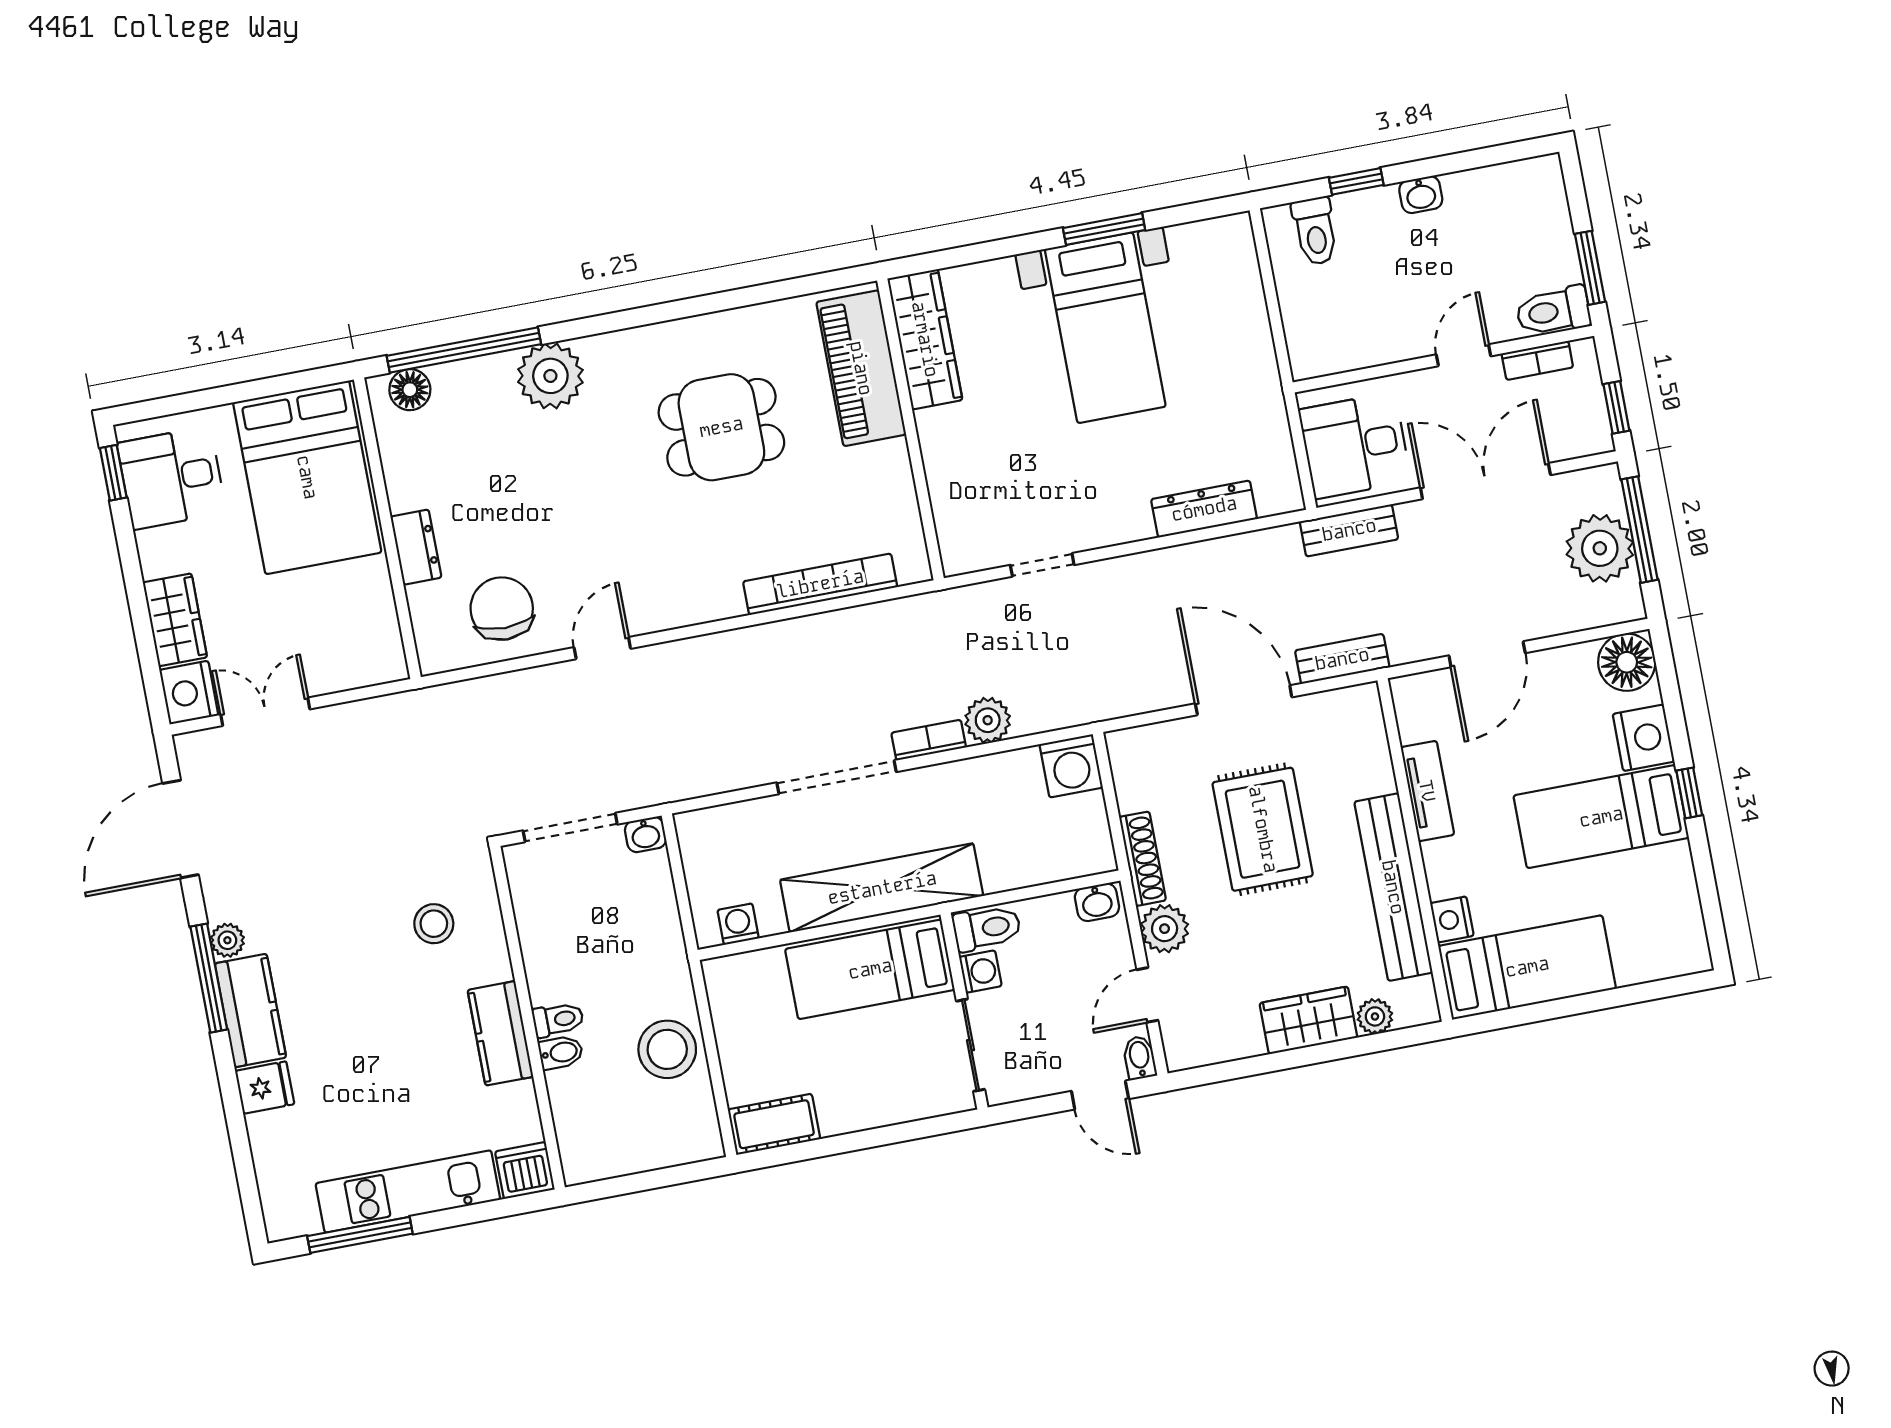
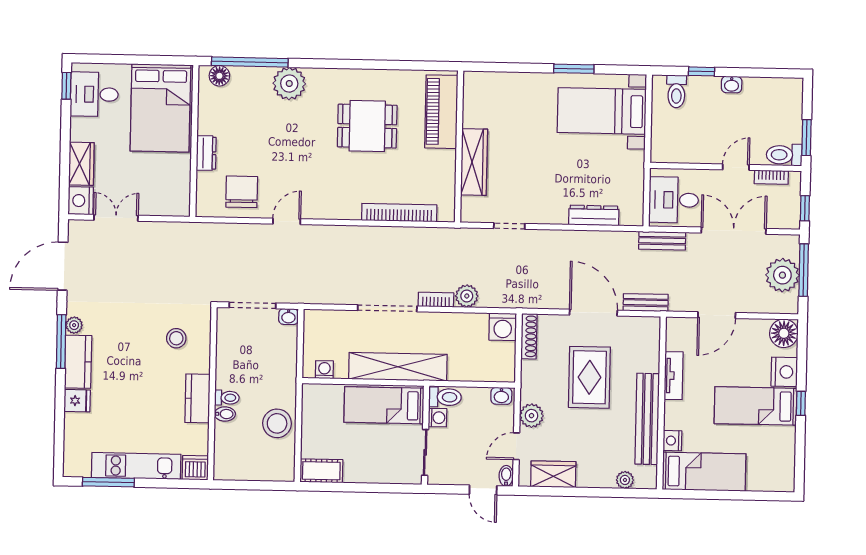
bed with nightstands: (1105, 328) -> (602, 111), moved, turned 90
wardrobe: (925, 339) -> (474, 162), moved
shoe rack: (1143, 859) -> (529, 336), moved
wardrobe: (1308, 1020) -> (553, 474), moved

